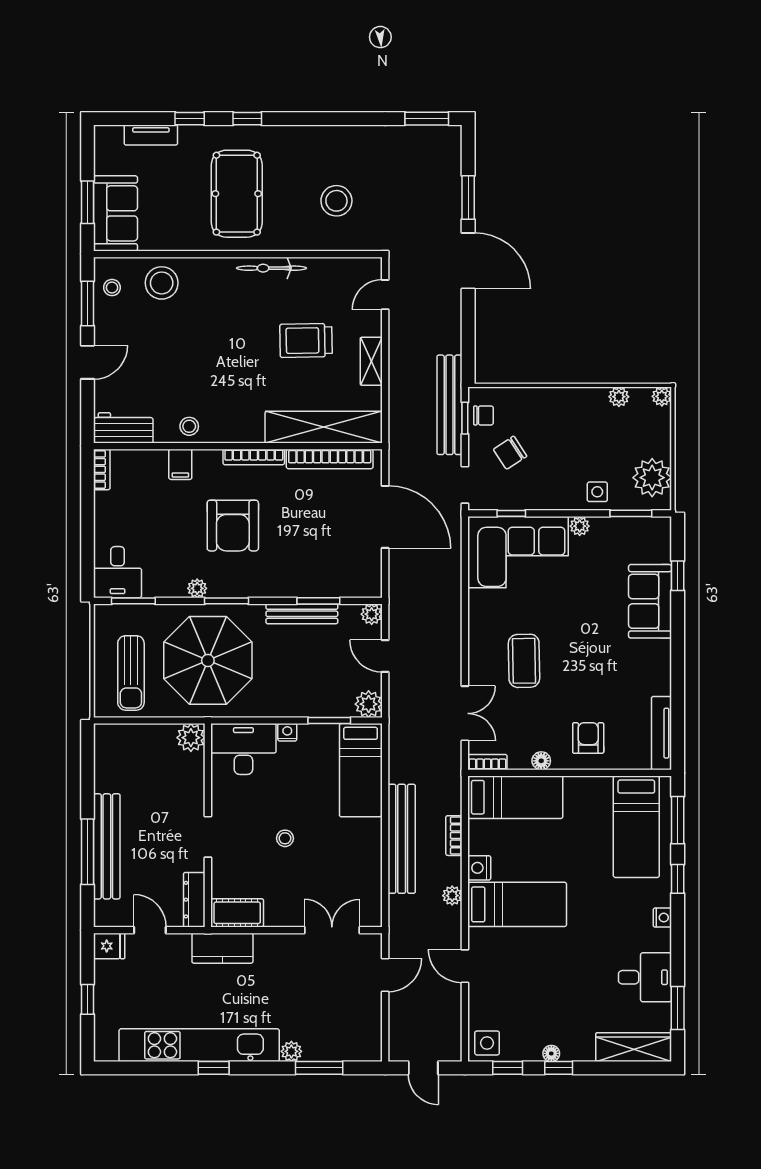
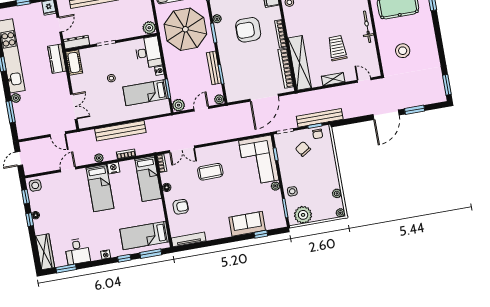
bed: (361, 770) -> (146, 93), moved

